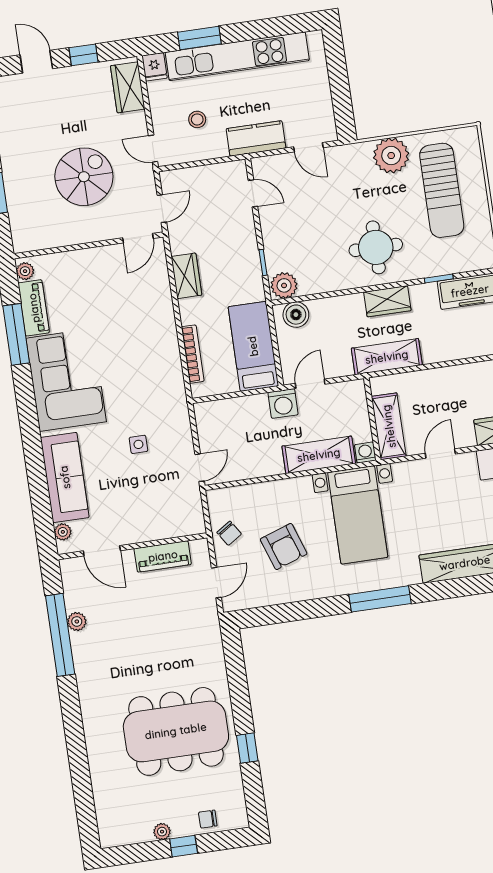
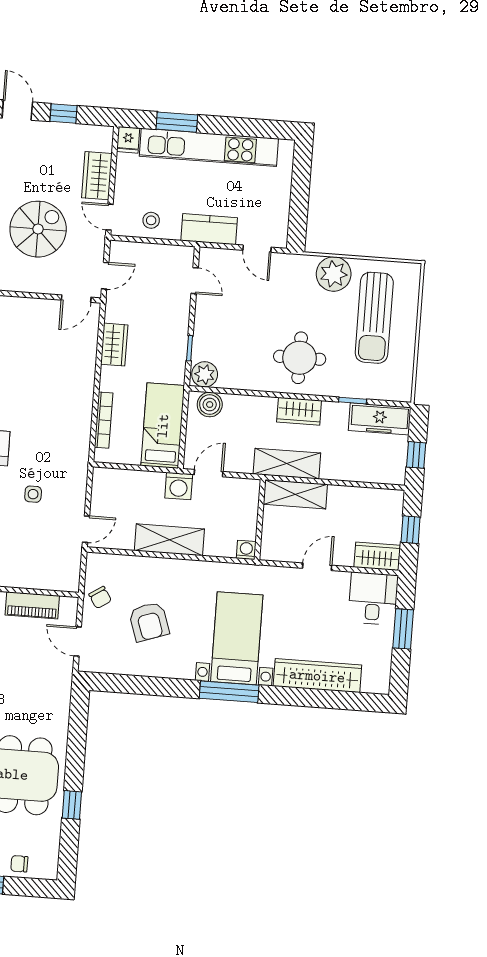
wardrobe: (128, 87) -> (97, 176), moved
stool: (197, 119) -> (151, 220), moved
shelving: (389, 426) -> (295, 494), moved, turned 90
shelving: (319, 455) -> (169, 540), moved
bed with nightstands: (358, 515) -> (237, 638), moved, turned 180
door: (216, 583) -> (78, 642), swing flipped

